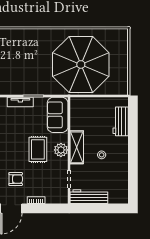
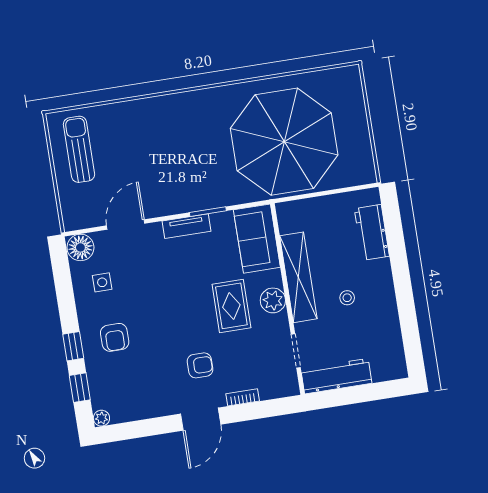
shelving: (77, 147) -> (298, 277), width x1.47

